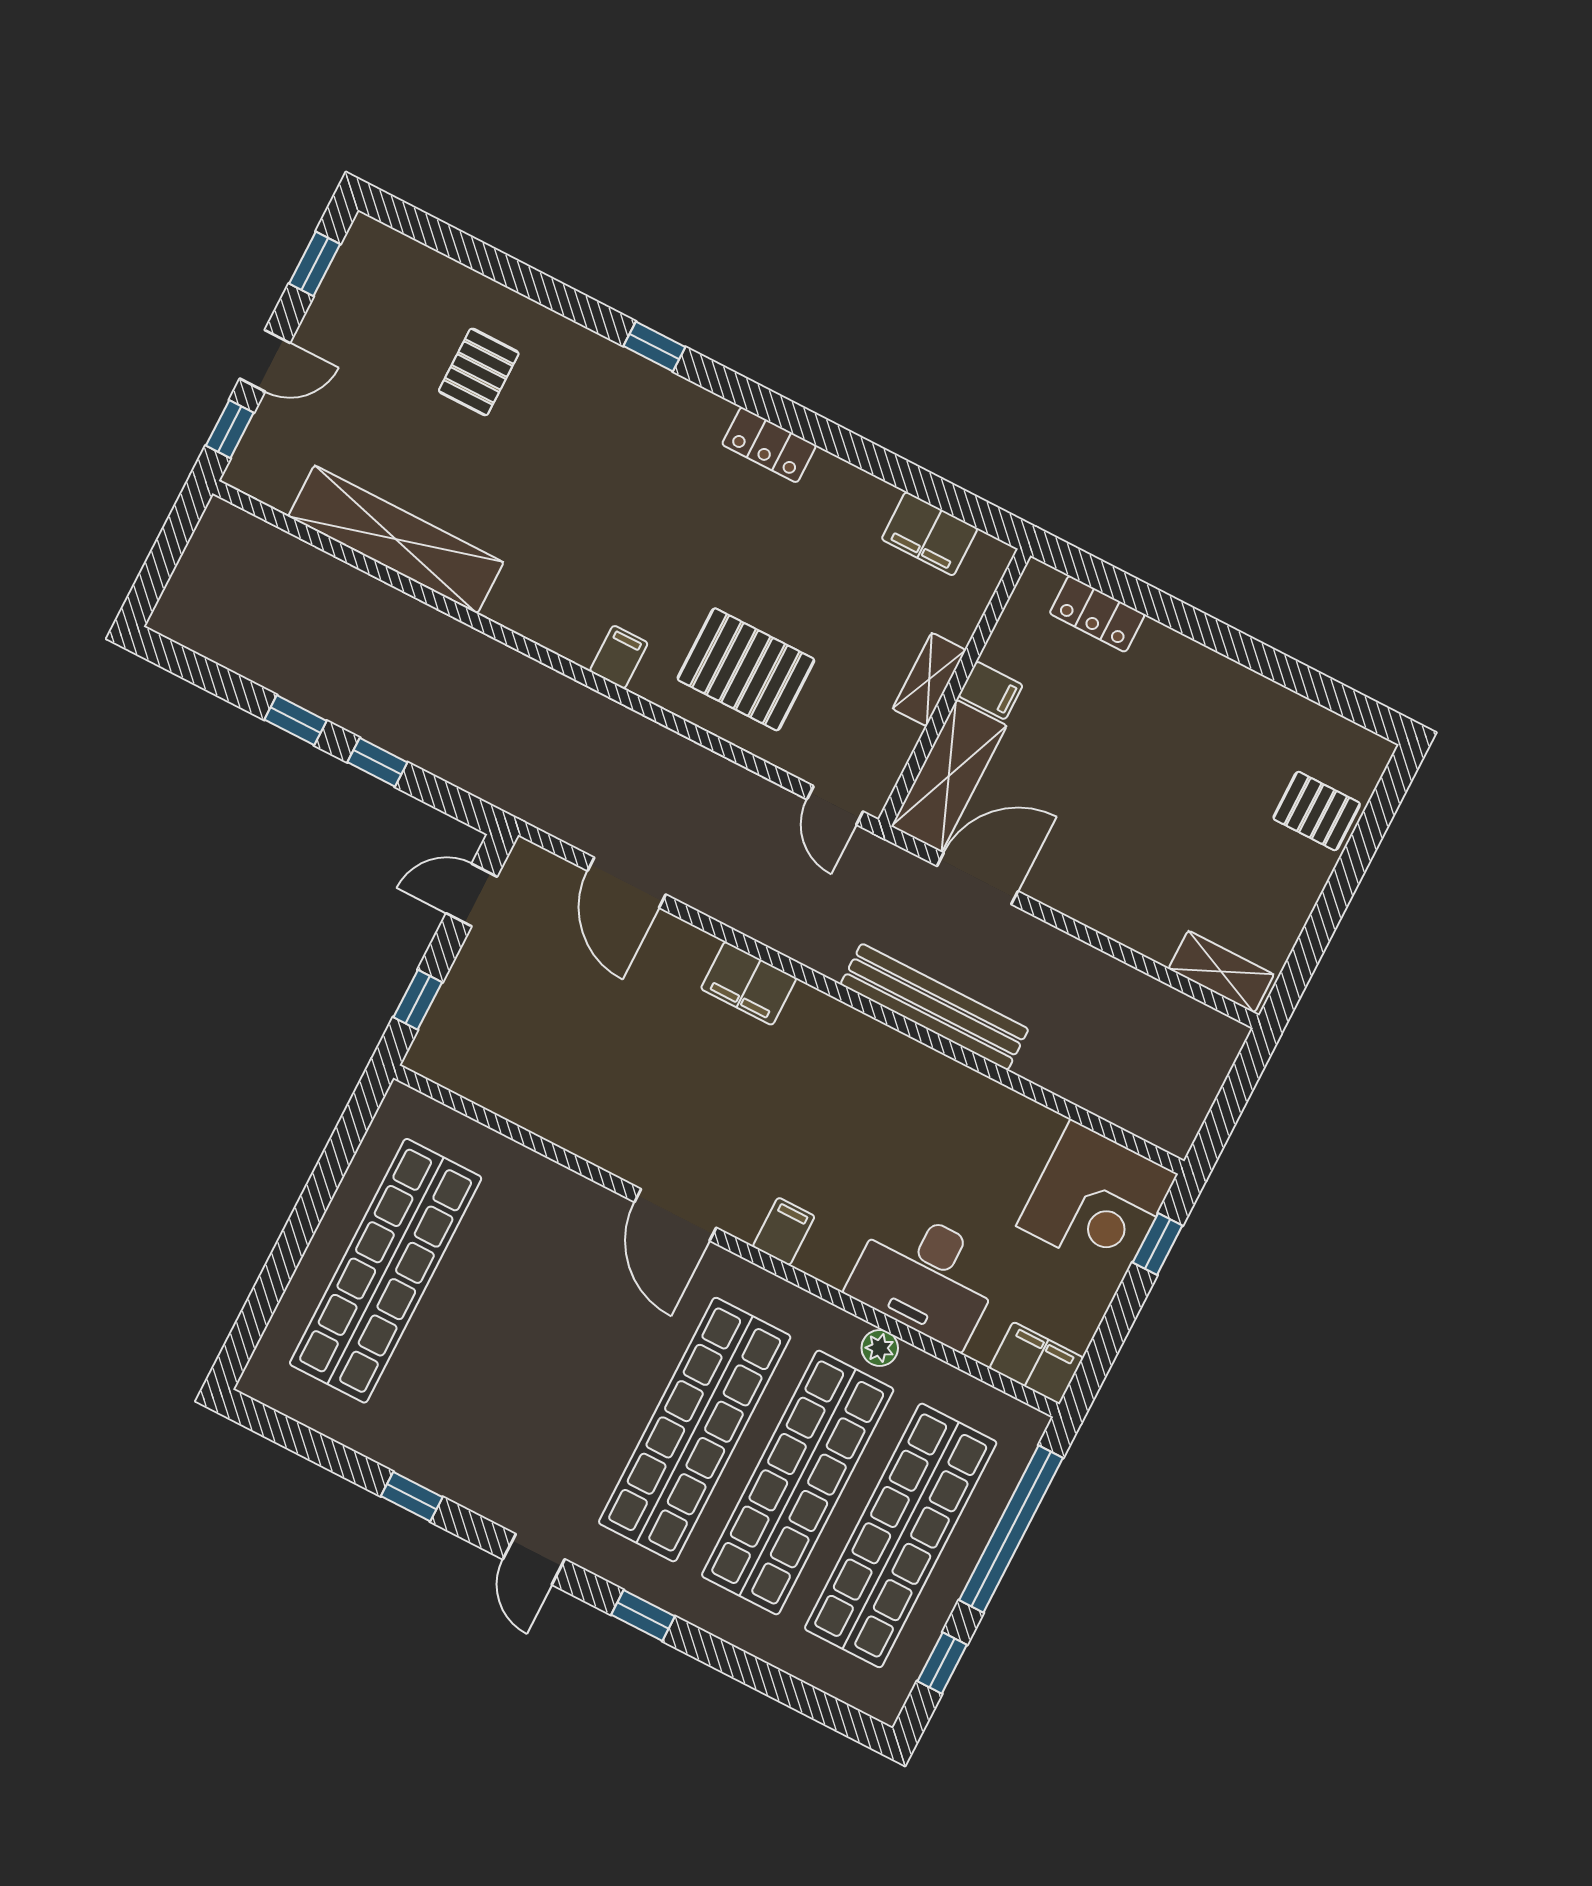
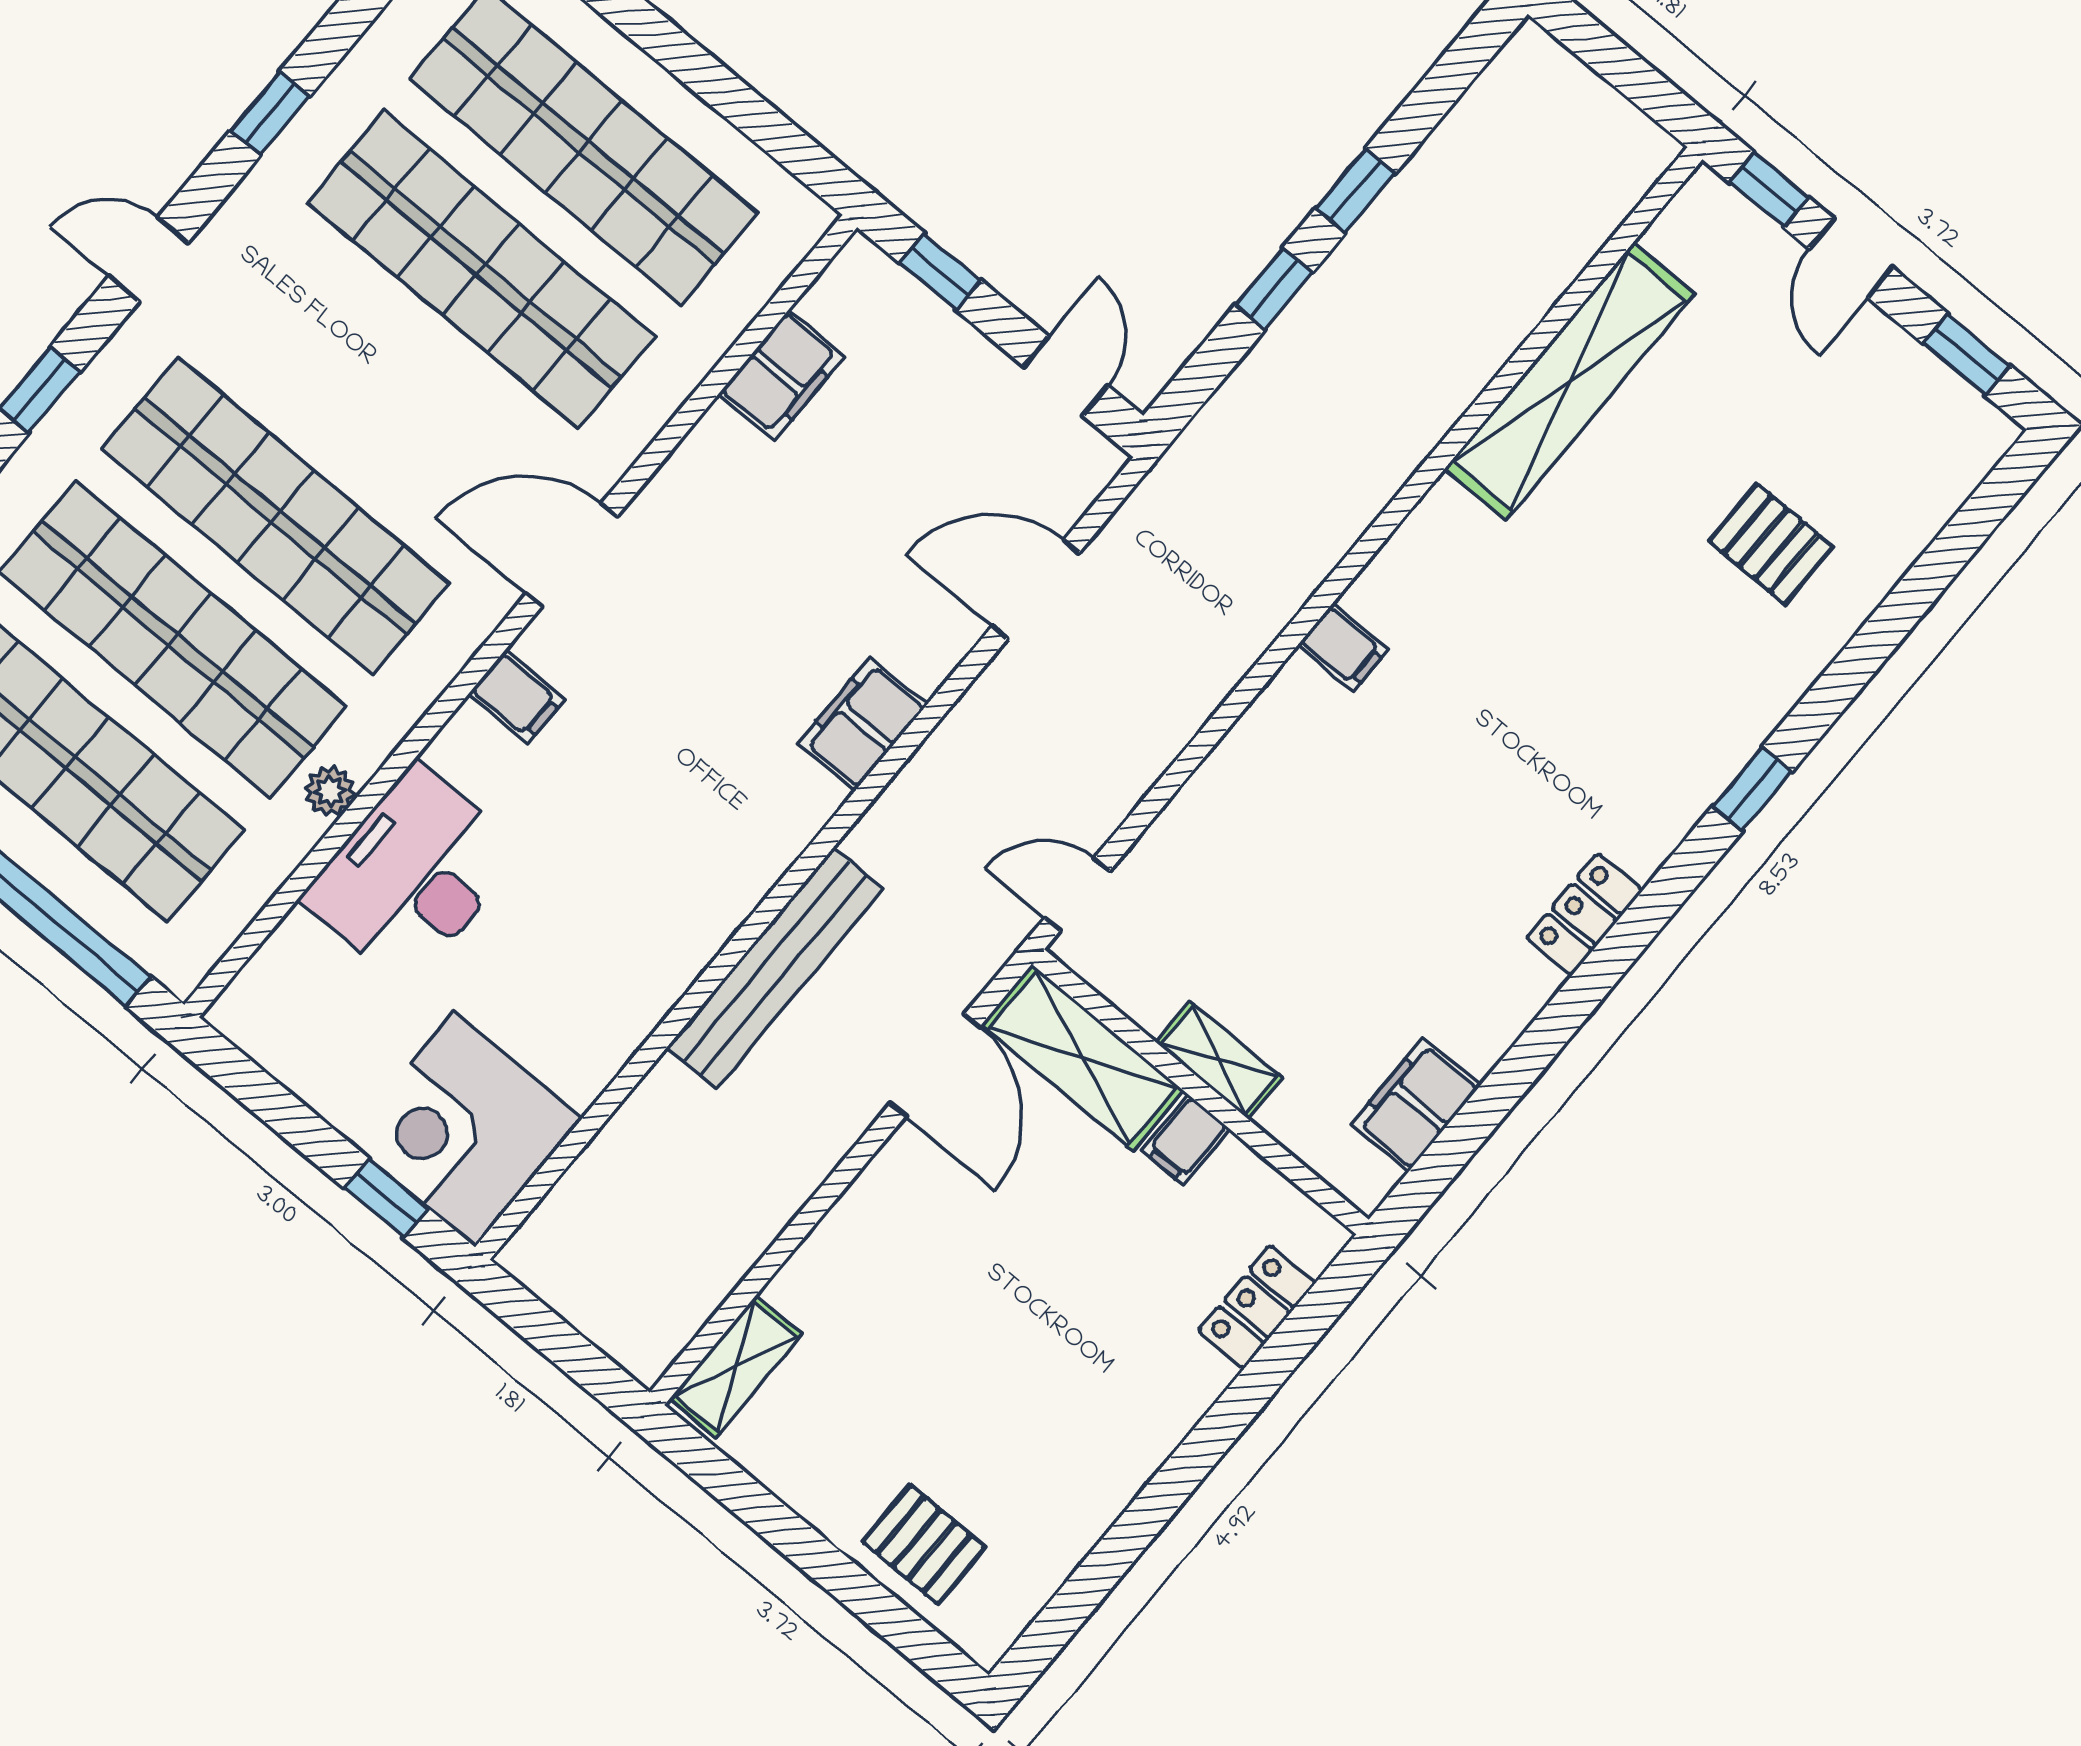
pallet: (746, 669) -> (1288, 815), removed
pallet: (1317, 811) -> (924, 1544), turned 90
shop shelf: (489, 1324) -> (481, 269), added
filing cabinet: (1036, 1363) -> (782, 375), moved

